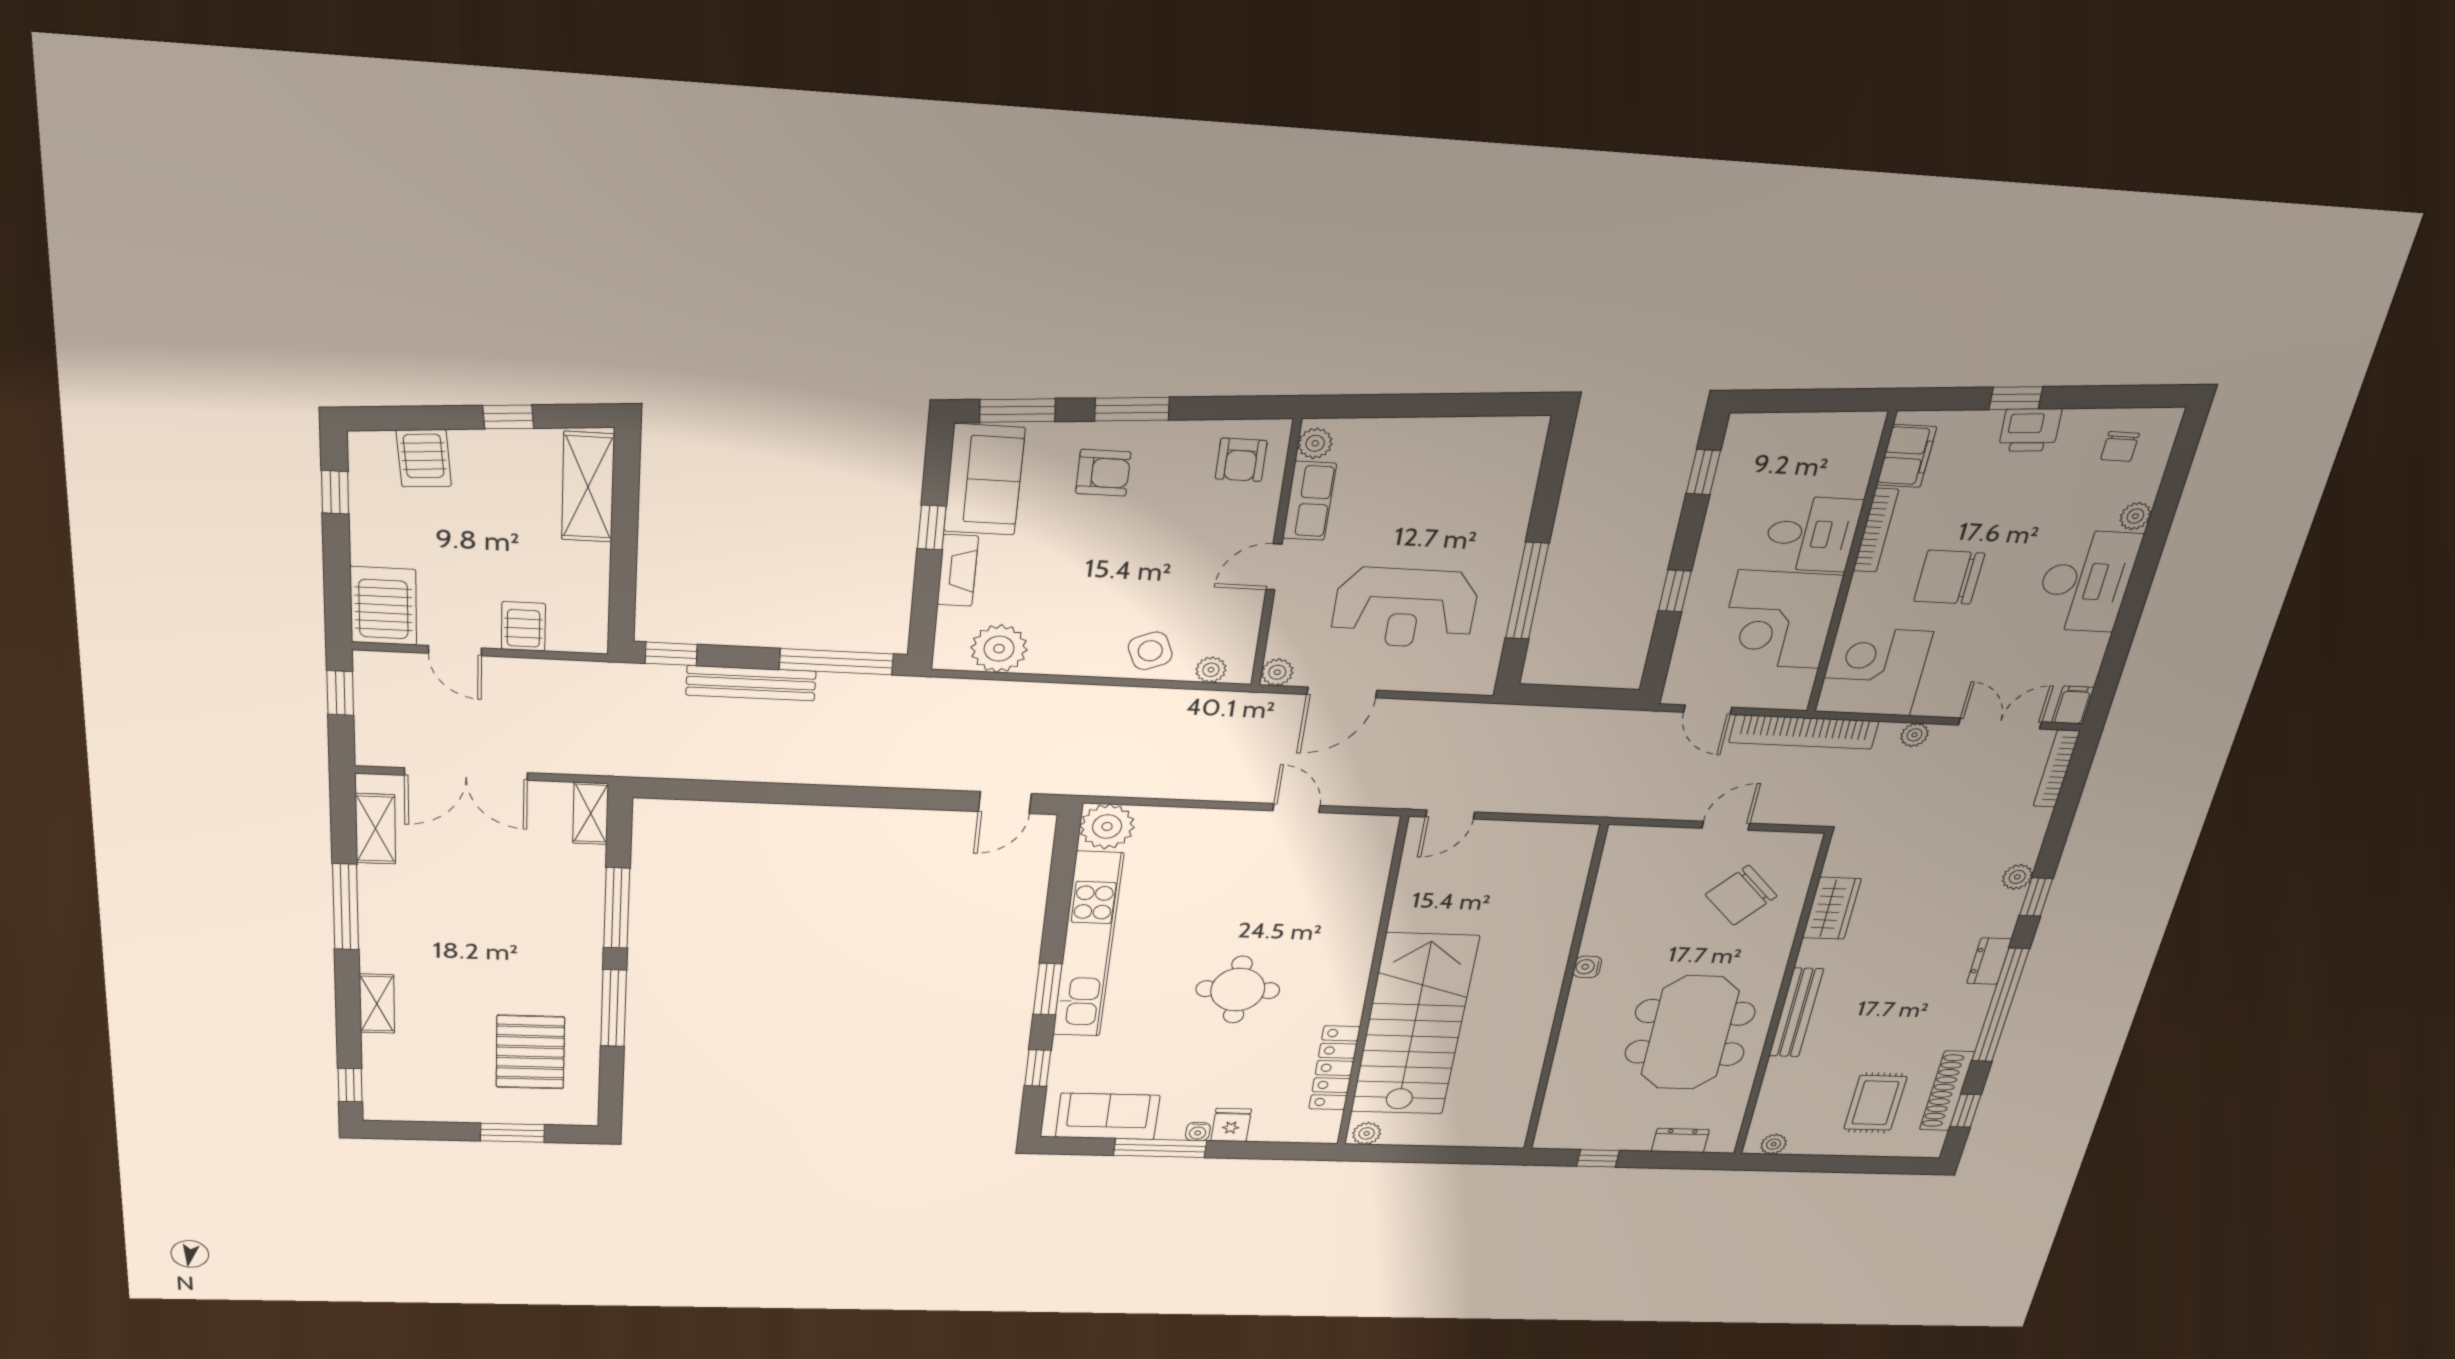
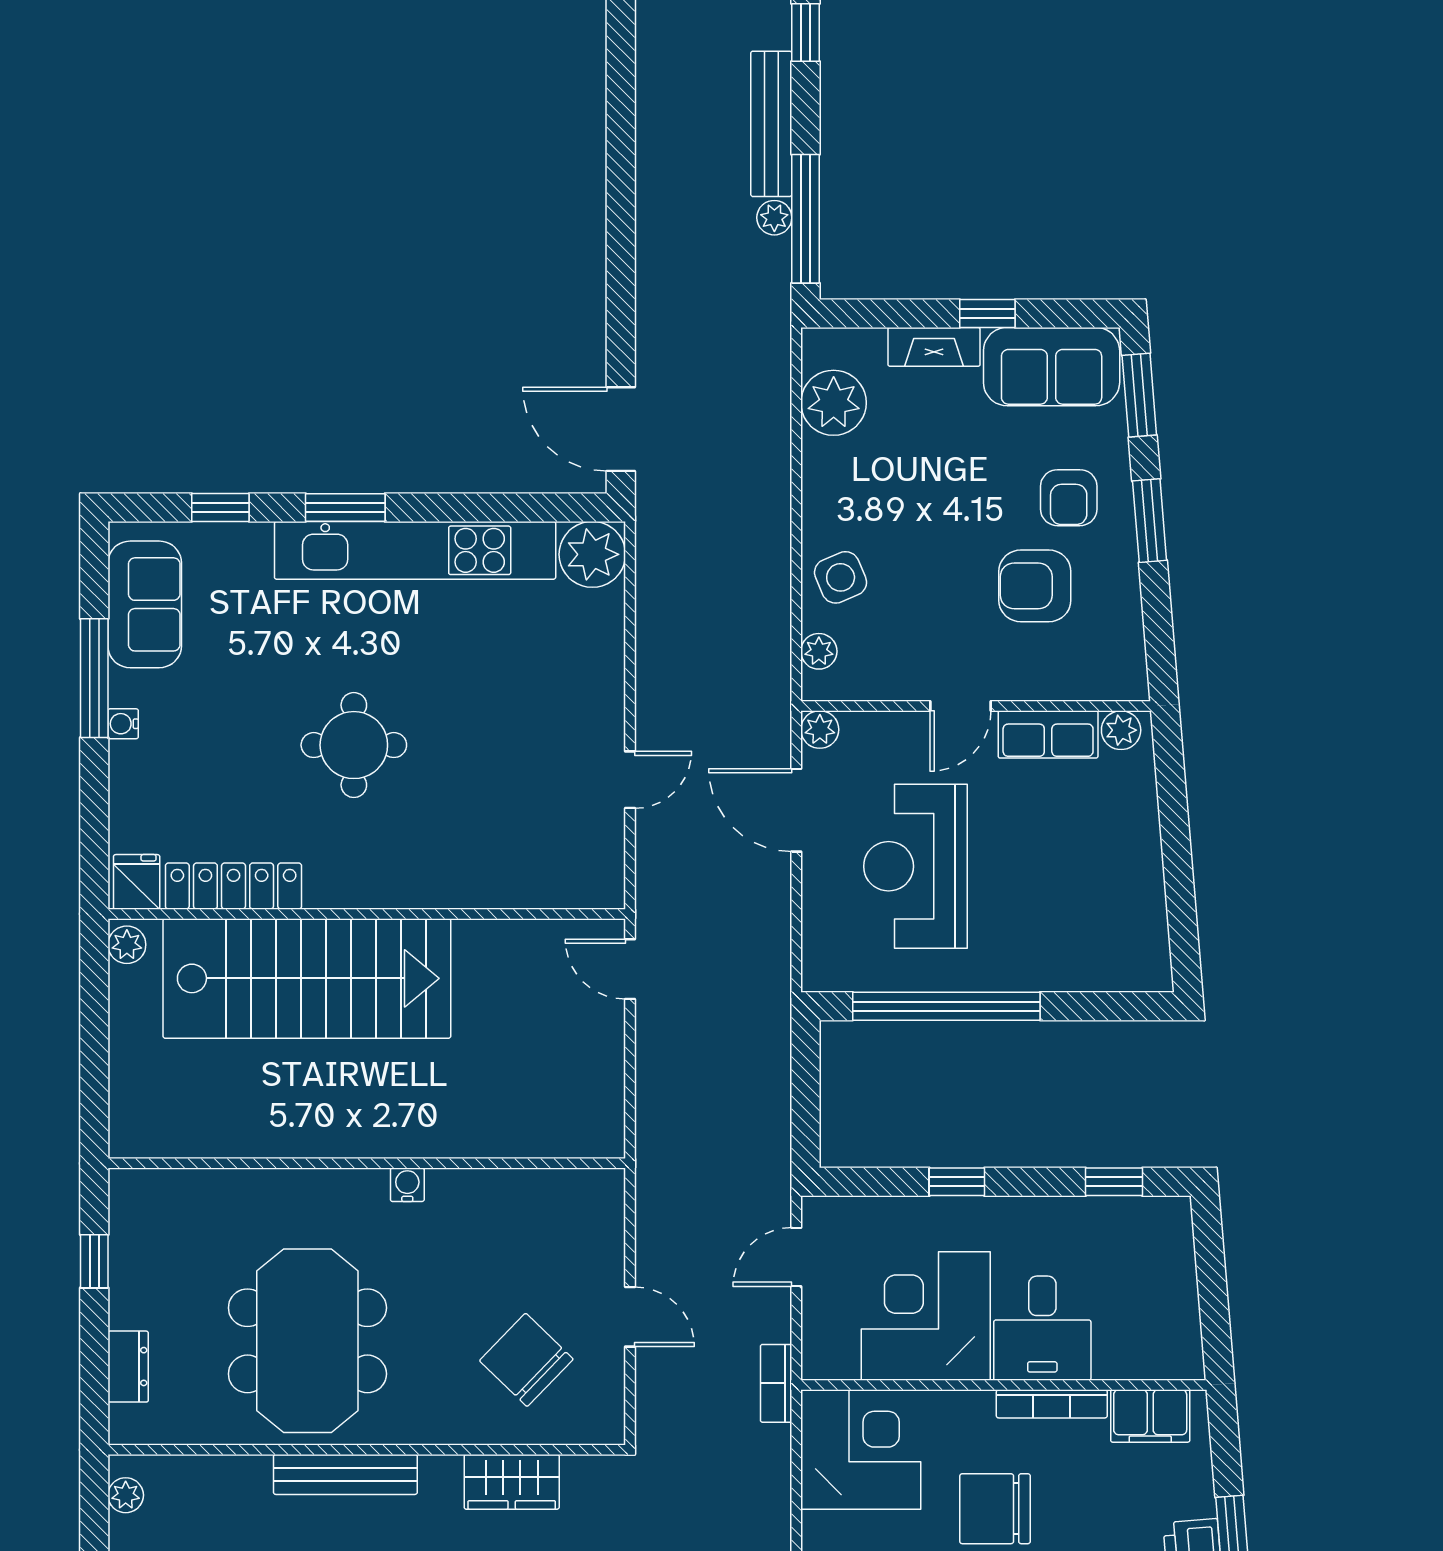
armchair: (1241, 460) -> (1035, 586), moved, width x1.38, depth x1.38
door: (1274, 567) -> (960, 706), swing flipped
chair: (1949, 577) -> (995, 1509), turned -90
window: (1527, 591) -> (946, 1006), width x1.46
bookcase: (1804, 732) -> (776, 1383), width x0.43, depth x0.76
plant: (1914, 735) -> (774, 218), moved
door: (1005, 803) -> (621, 429), width x1.38
meeting table: (1690, 1033) -> (307, 1341), turned 90
fridge: (1231, 1125) -> (137, 882), moved, turned -90

